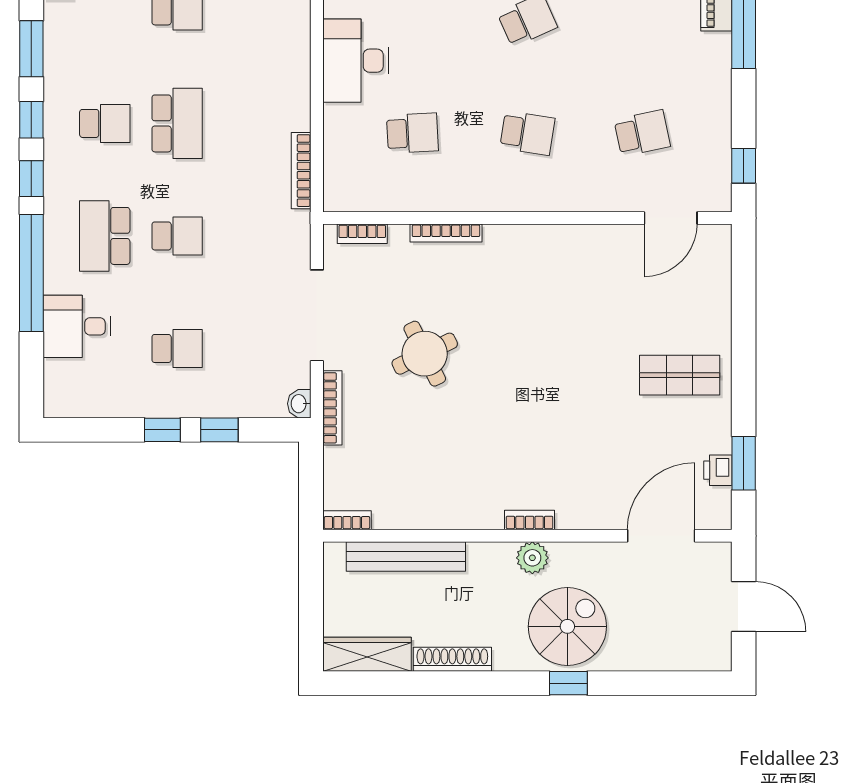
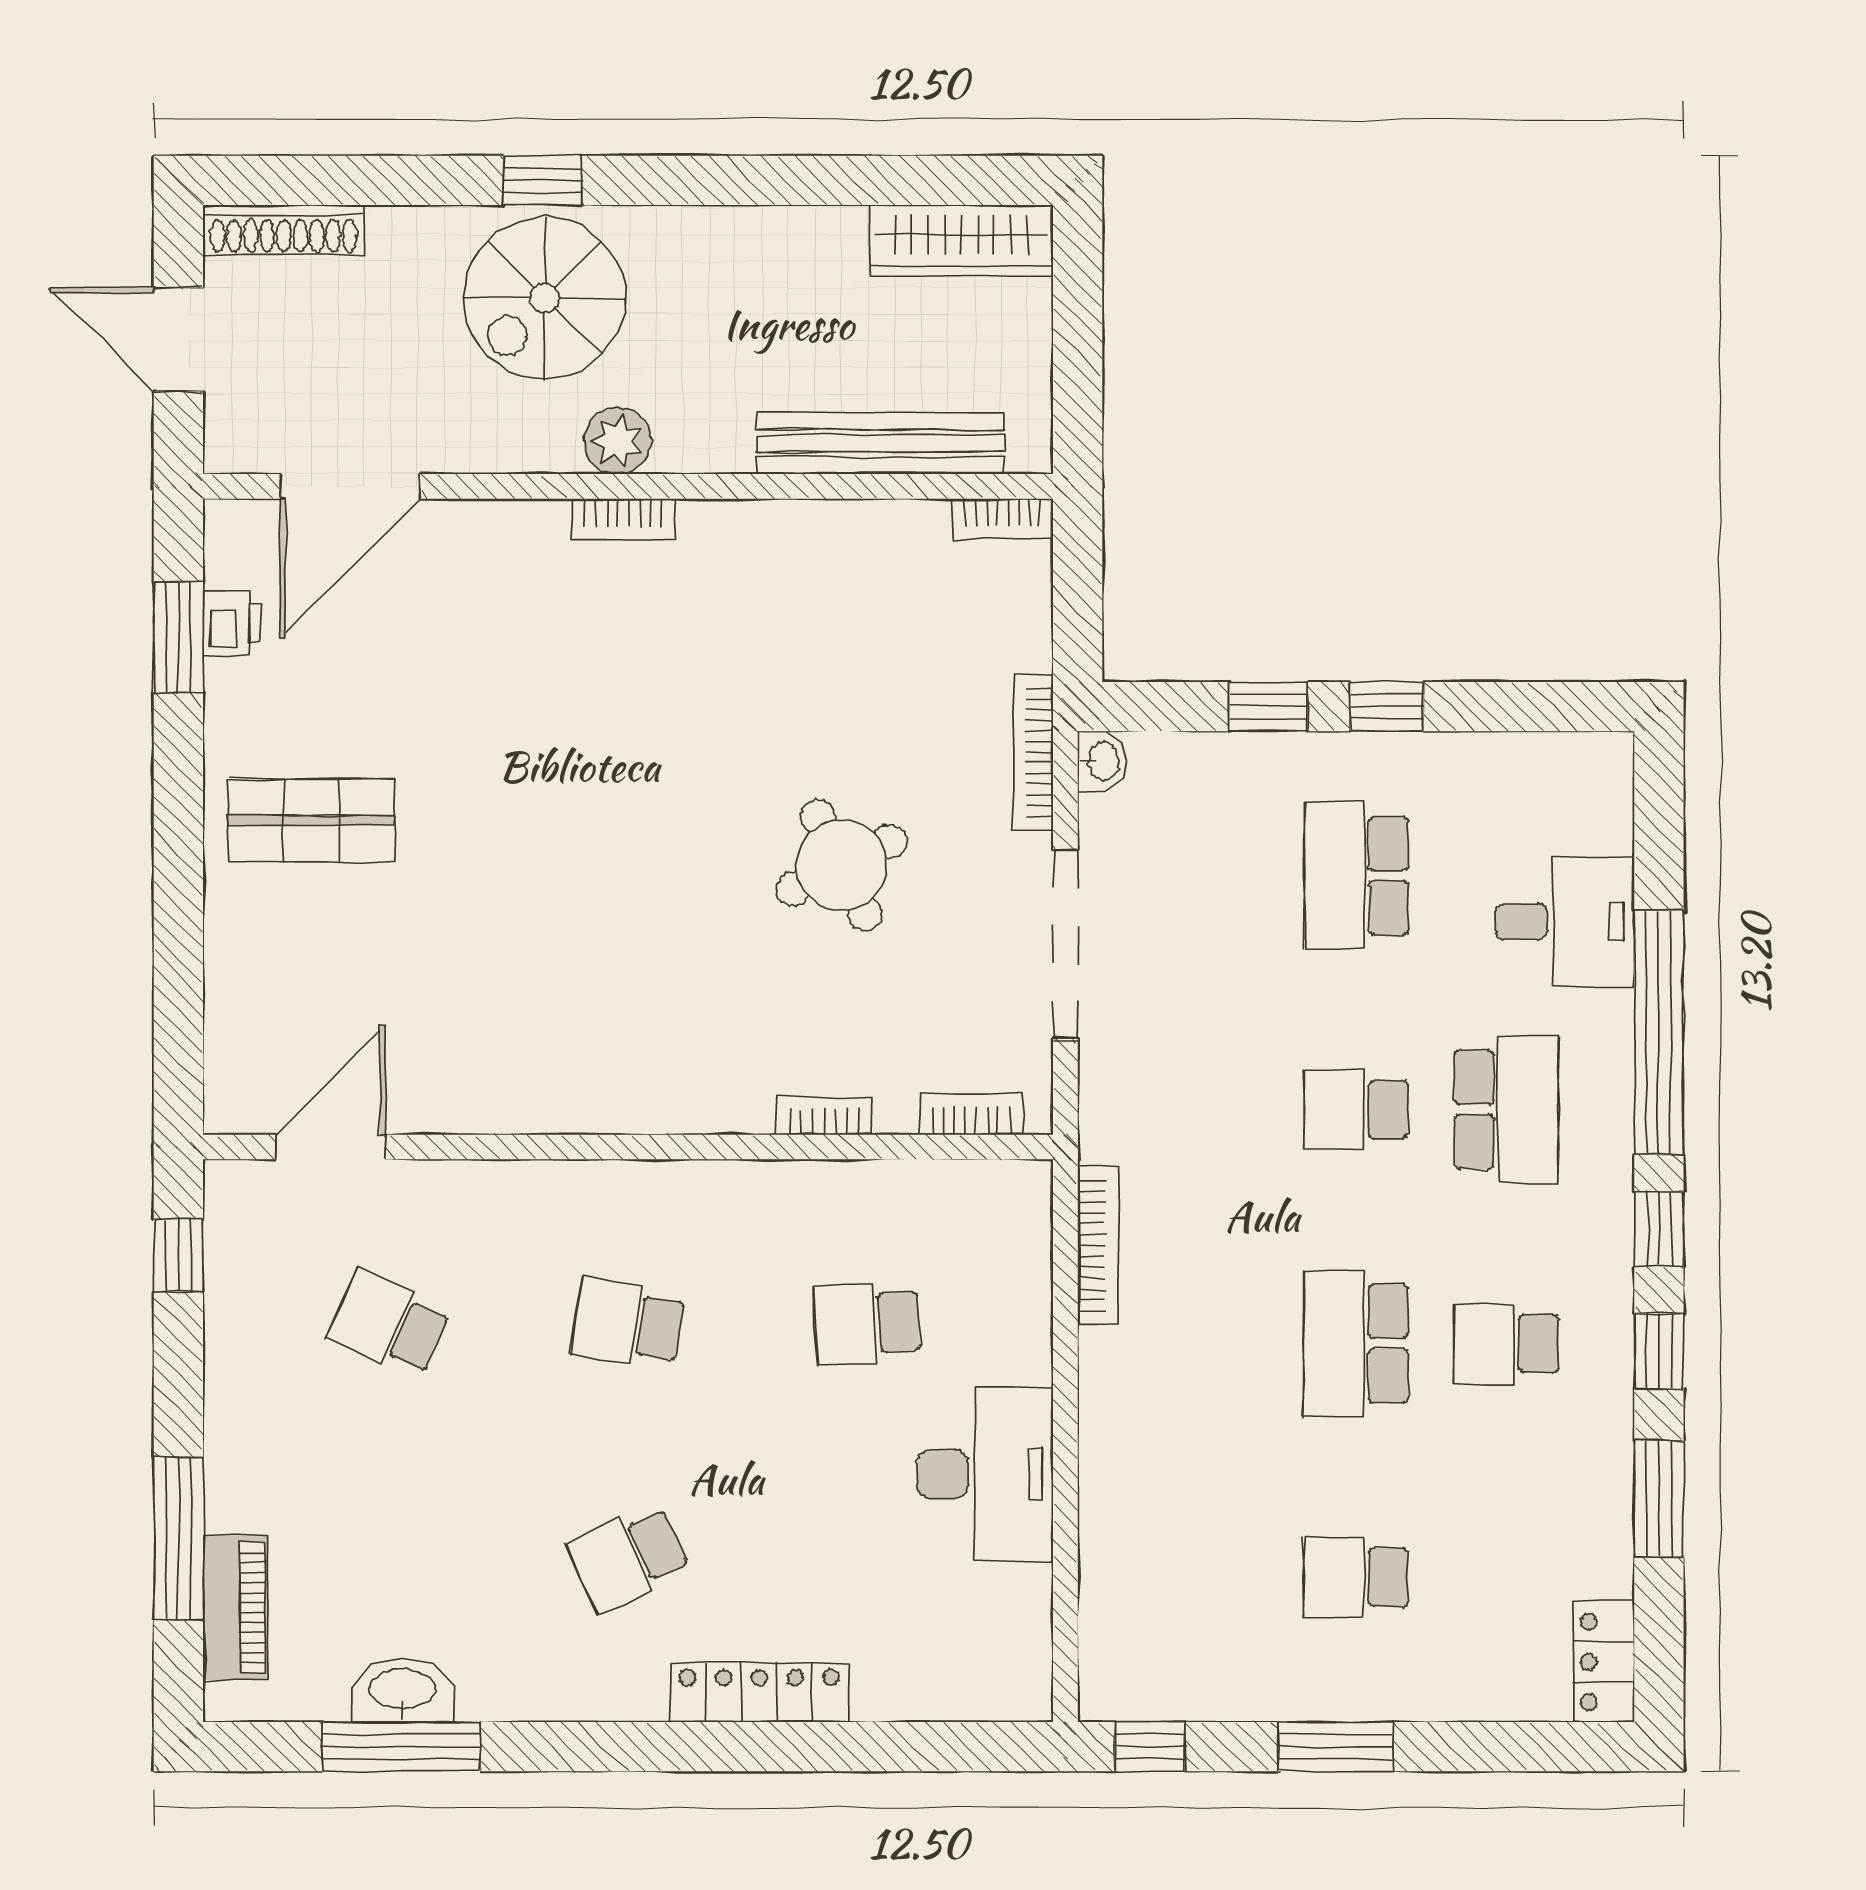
school desk: (642, 133) -> (389, 1323), turned 36
bookcase: (446, 233) -> (824, 1116), width x0.64
school desk: (177, 348) -> (1356, 876), width x1.85
shoe rack: (452, 659) -> (284, 230), moved

